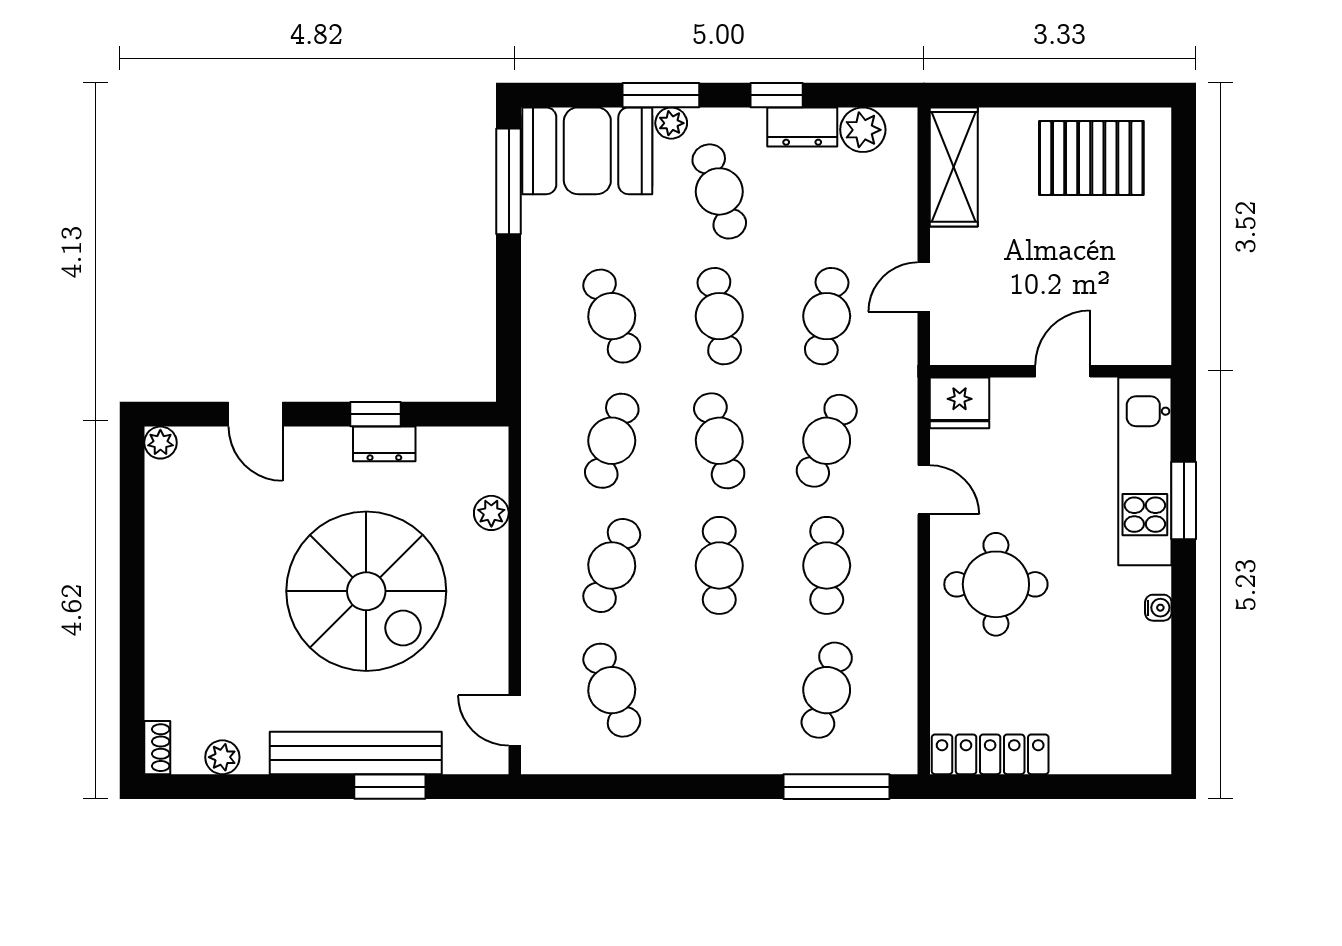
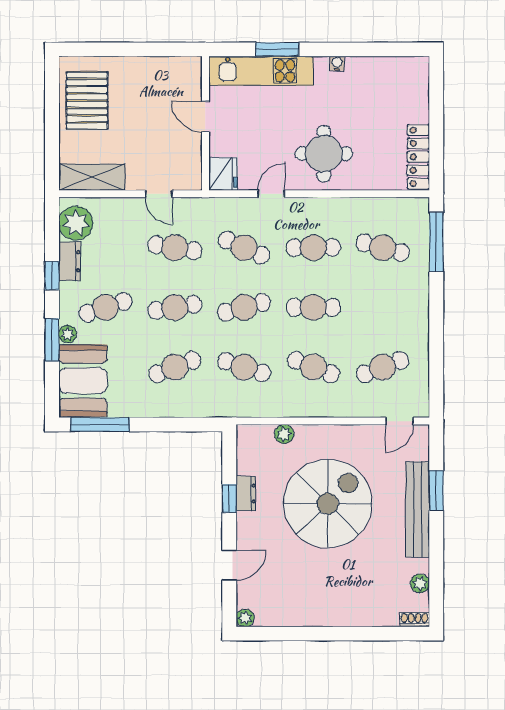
plant: (863, 130) -> (76, 223), width x1.36, depth x1.36

